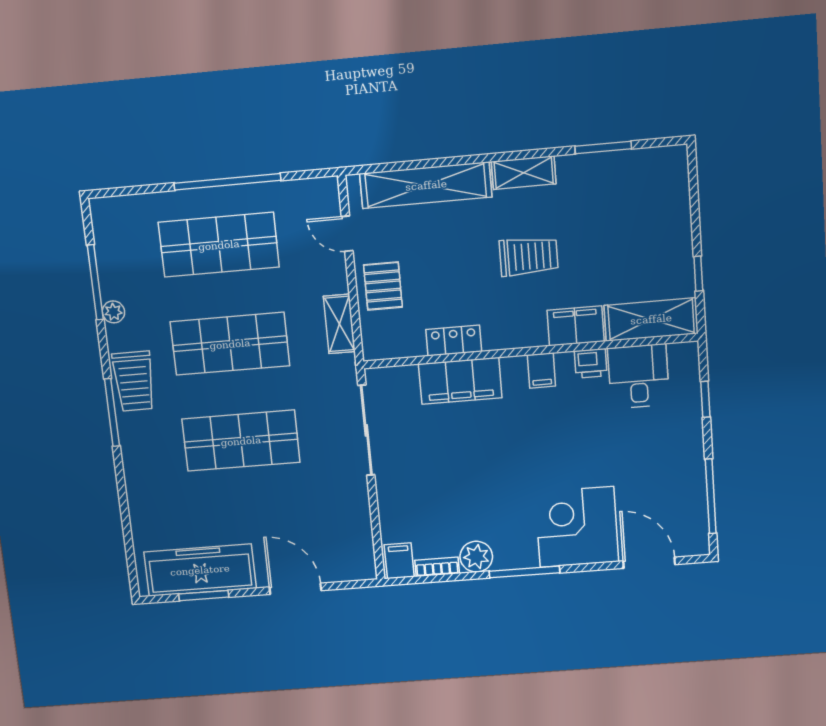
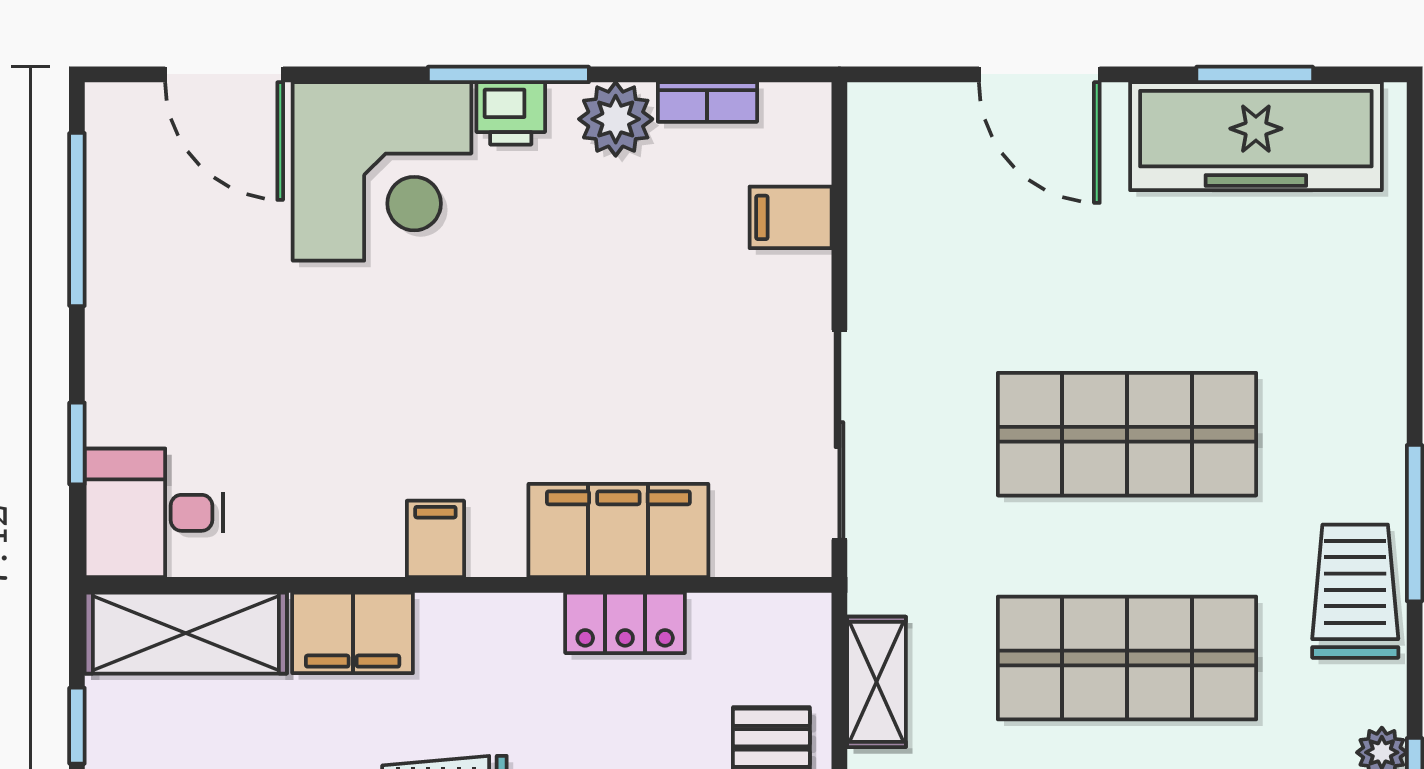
printer: (591, 363) -> (511, 113), moved, turned 180
desk: (638, 376) -> (154, 513), moved, turned 90
filing cabinet: (399, 561) -> (791, 217), moved, turned 90

